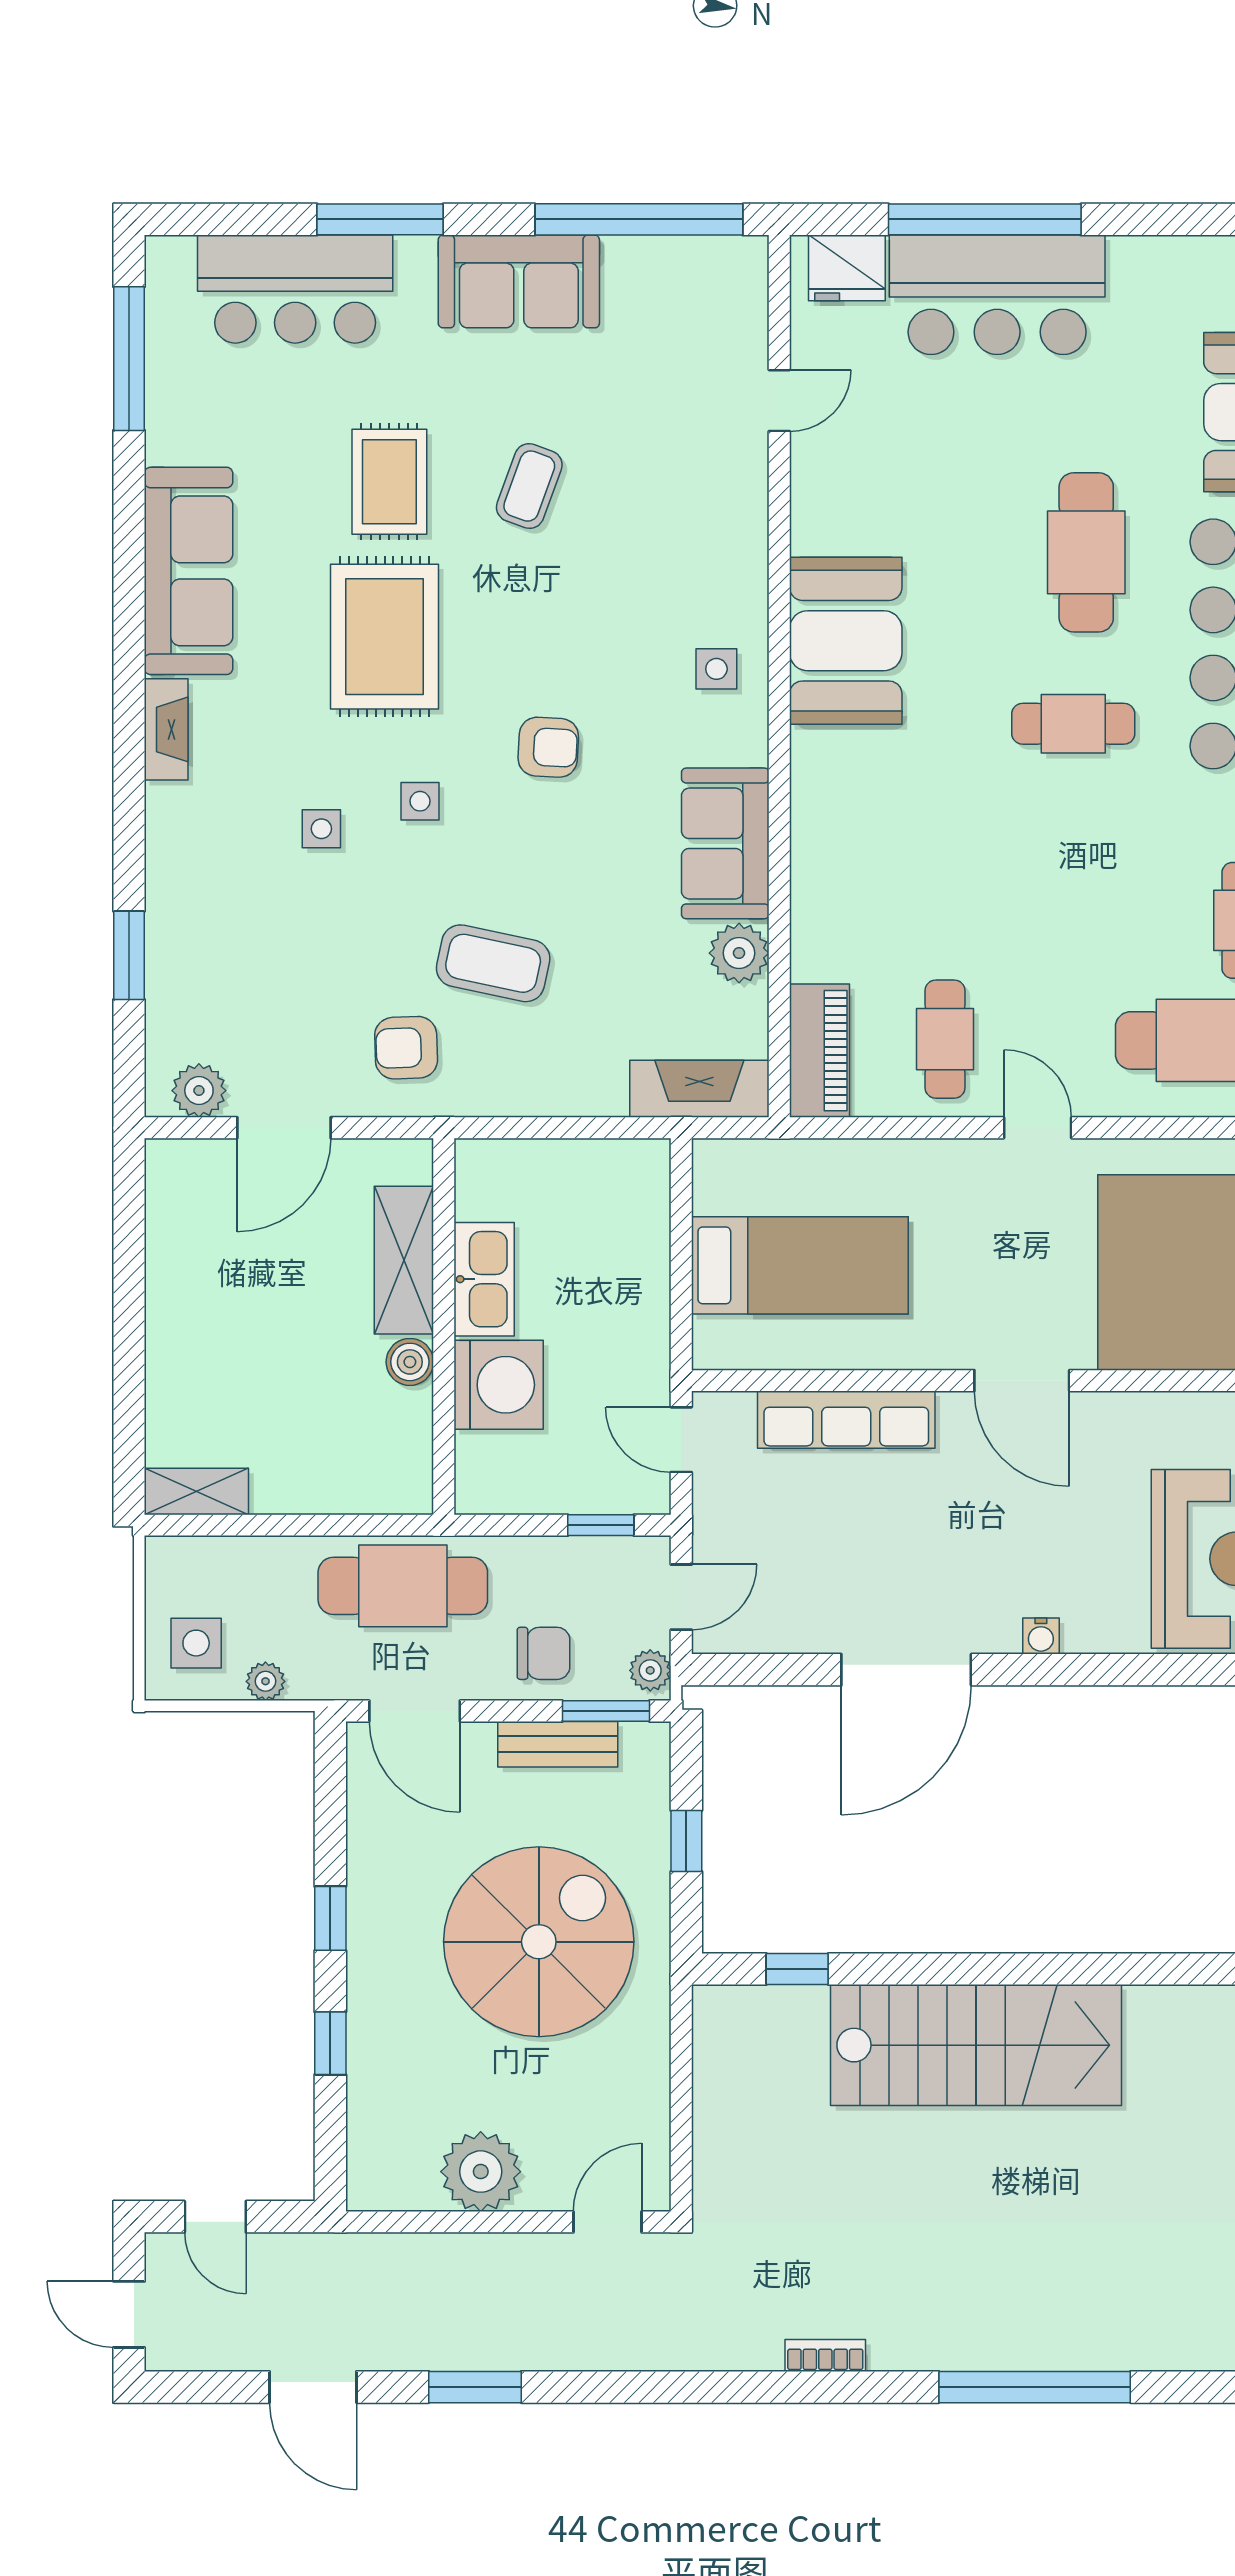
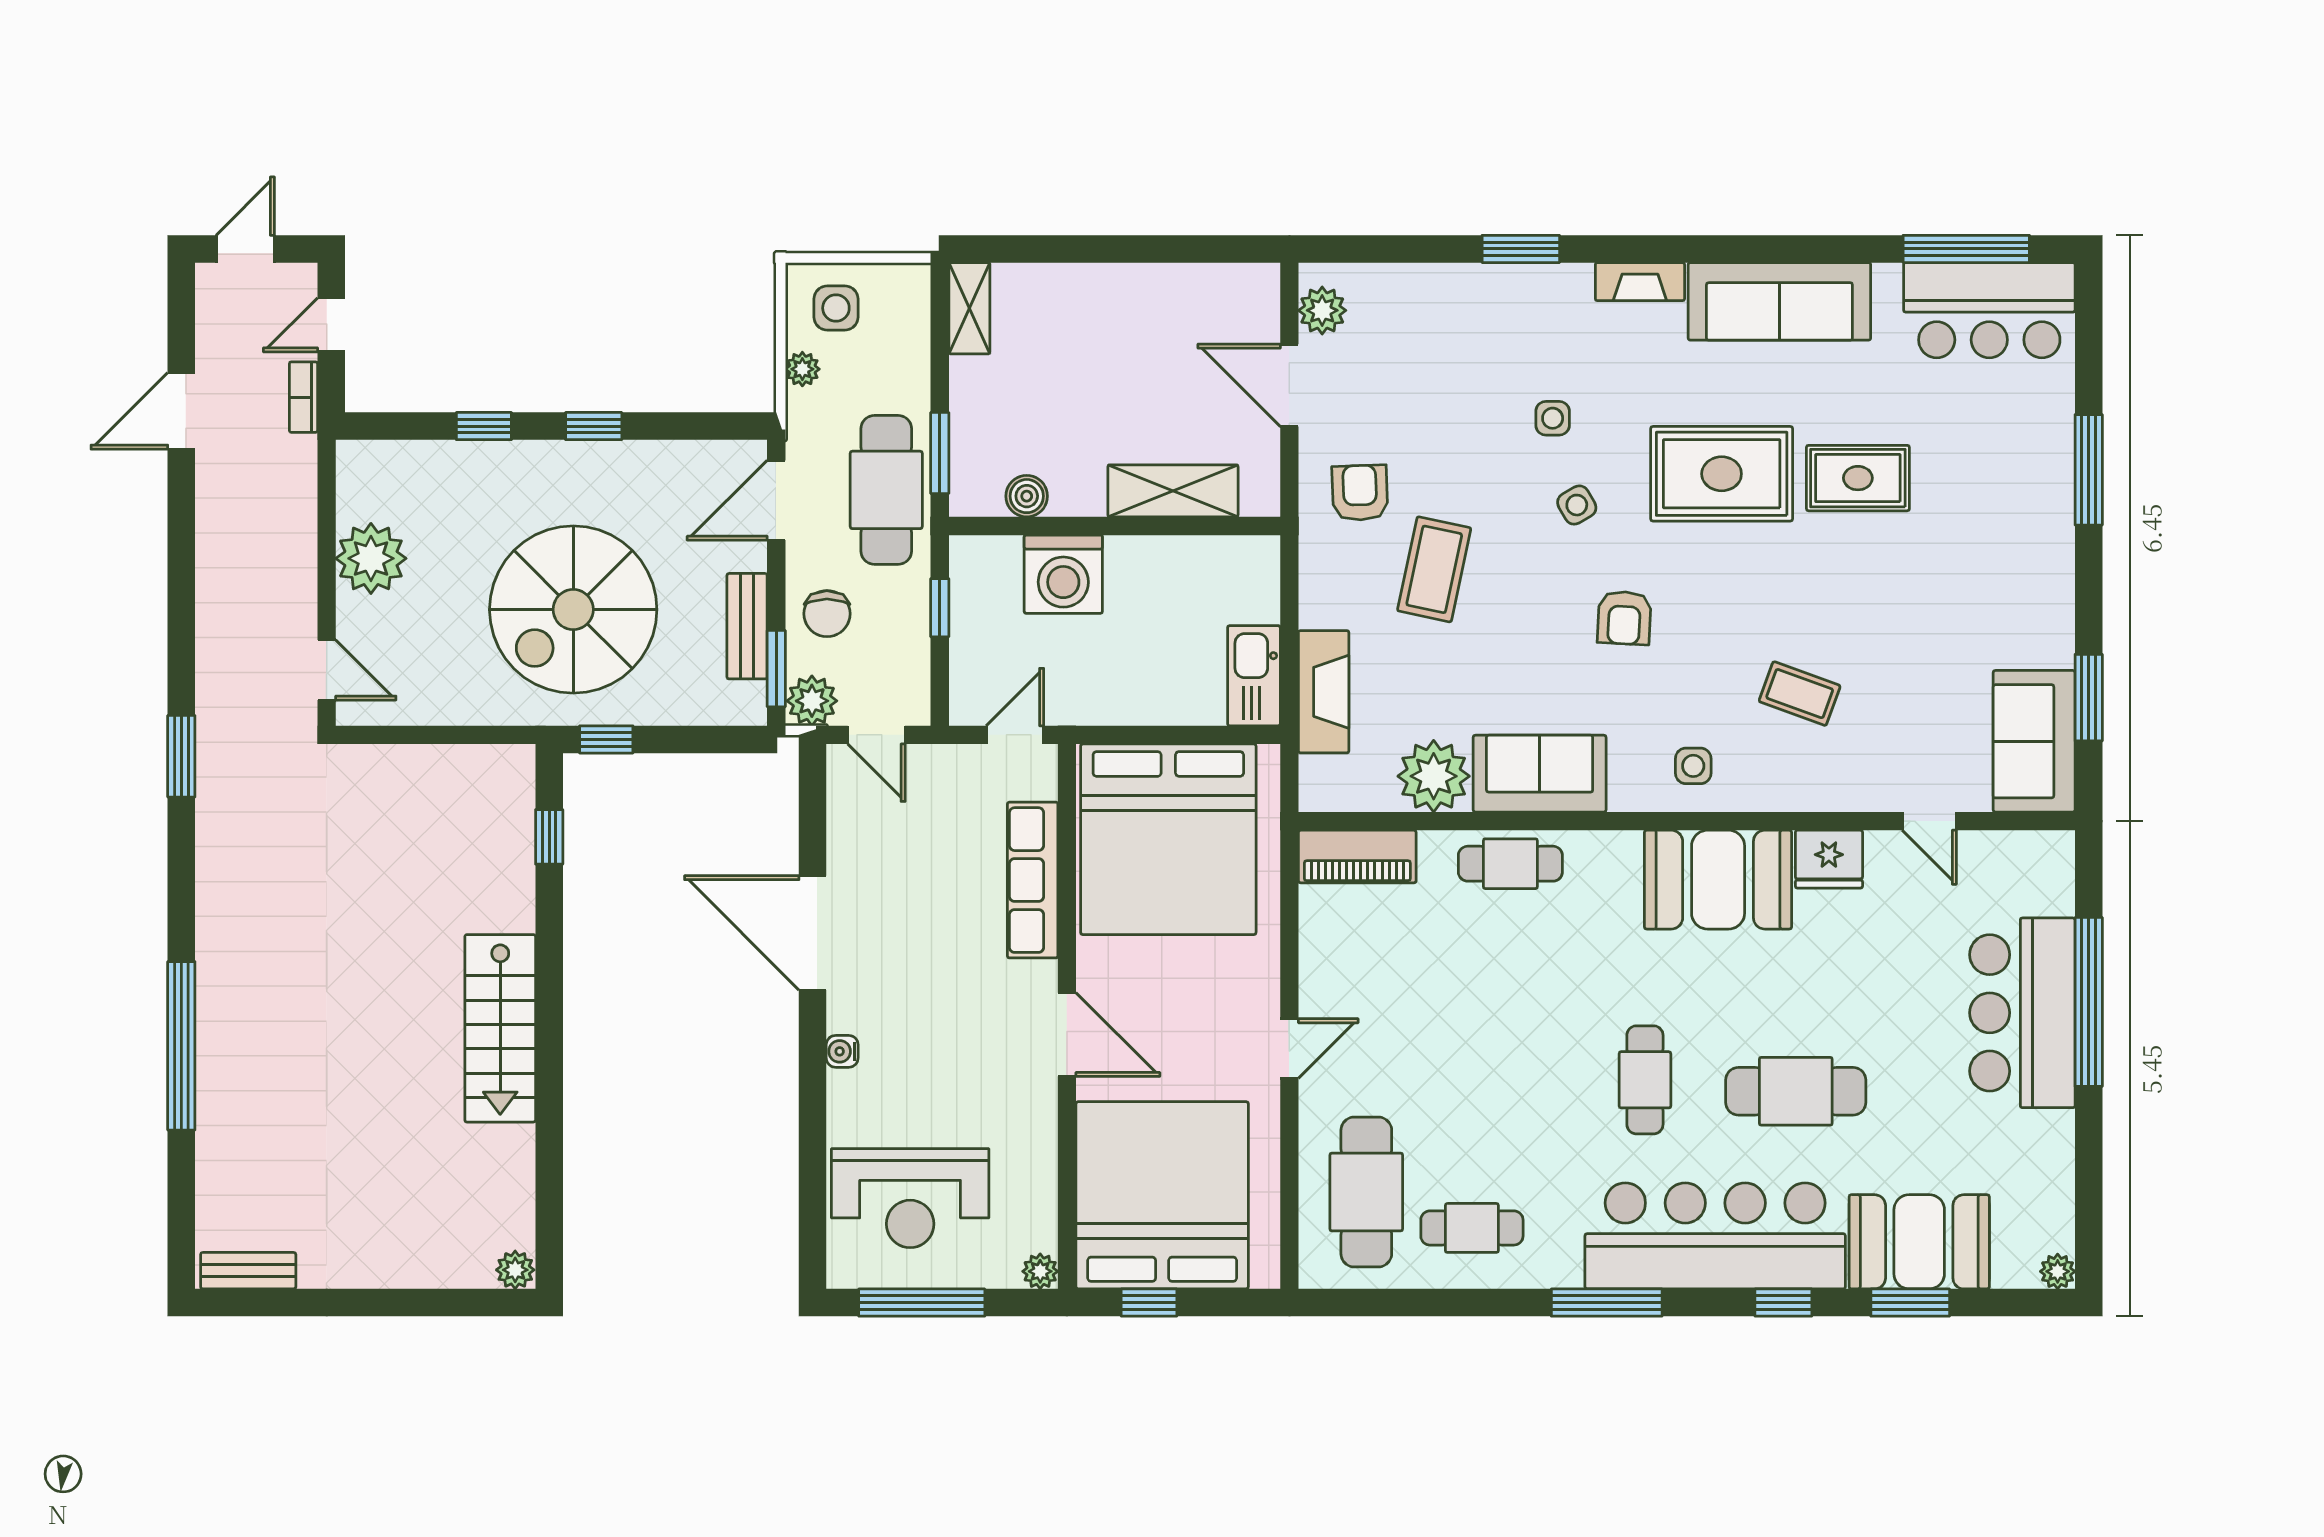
window: (639, 219) -> (2089, 698), width x0.47
fridge: (847, 268) -> (1829, 859), moved, turned -90
sofa: (519, 281) -> (2034, 741), moved
bar counter: (295, 289) -> (1989, 310), moved, turned -90
coffee table: (529, 486) -> (1800, 694), moved
side table: (420, 801) -> (1577, 505), turned -30
plant: (739, 953) -> (1434, 776), width x1.36, depth x1.36
window: (129, 955) -> (1521, 249), moved
cafe table: (945, 1039) -> (1510, 864), moved
fireplace: (699, 1089) -> (1324, 692), moved
bed: (800, 1265) -> (1168, 839), width x2.04
kitchen sink: (484, 1279) -> (1254, 676), moved, turned 90
boiler: (410, 1362) -> (1027, 496), moved
door: (1022, 1381) -> (1067, 1035), swing flipped
window: (361, 1525) -> (940, 453), added
window: (601, 1525) -> (940, 608), moved
plant: (650, 1670) -> (812, 701), width x1.38, depth x1.38
window: (686, 1841) -> (606, 739), moved
spiral stairs: (539, 1942) -> (573, 610), turned 90
stairs: (976, 2045) -> (500, 1028), width x0.73, depth x0.66
bookcase: (825, 2355) -> (303, 397), moved, turned 180
window: (475, 2387) -> (181, 756), moved

